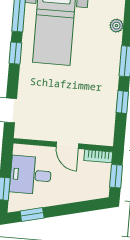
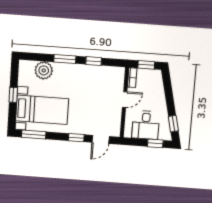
plant: (116, 26) -> (44, 70), width x1.87, depth x1.87
window: (15, 53) -> (76, 138), moved

